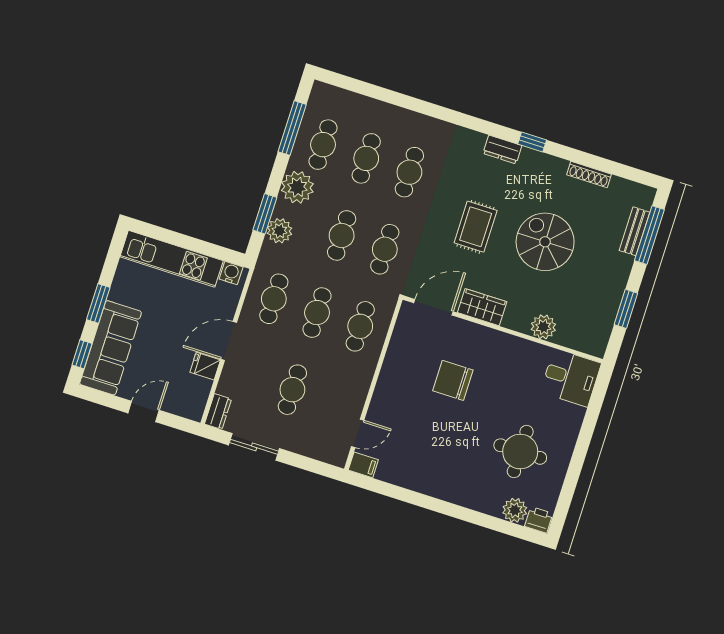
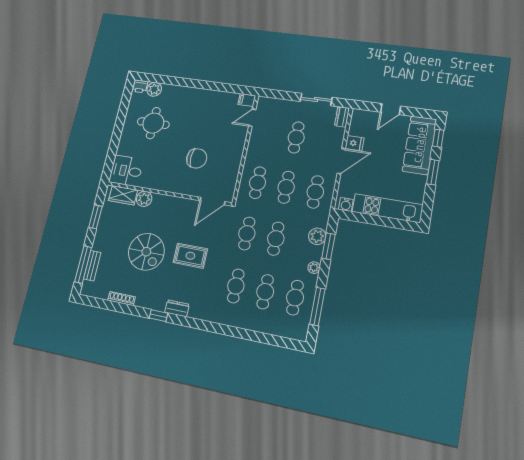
plant: (297, 187) -> (314, 268), width x0.53, depth x0.53
rug: (476, 227) -> (190, 256), turned 90
wardrobe: (482, 307) -> (123, 195), moved

